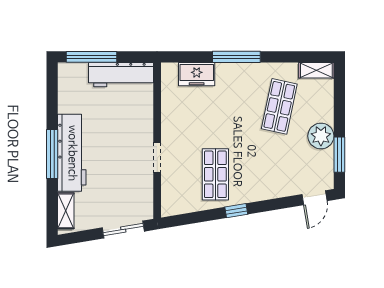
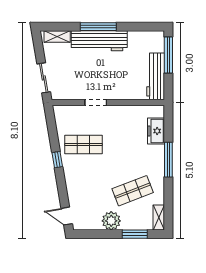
shop shelf: (279, 106) -> (133, 191), turned -33
window: (339, 155) -> (135, 234), moved

